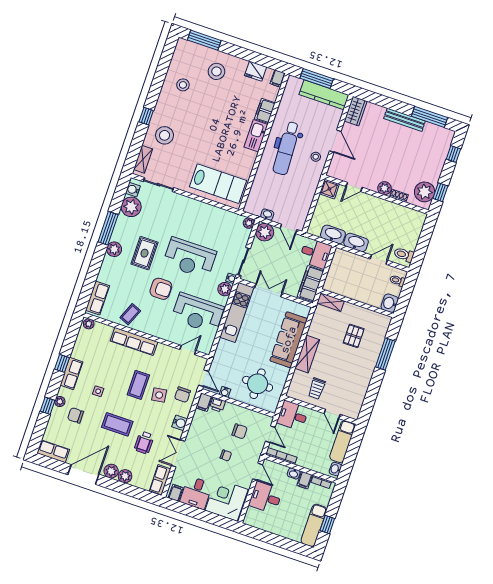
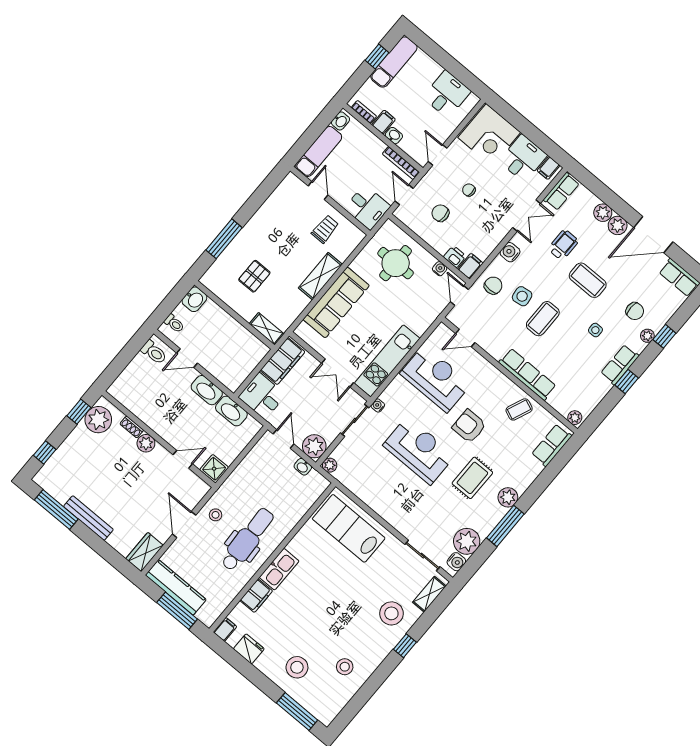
plant: (225, 289) -> (391, 395), removed
desk: (266, 498) -> (447, 94), moved, turned -90

